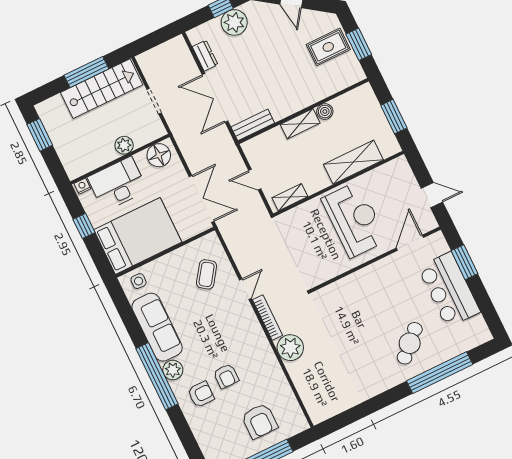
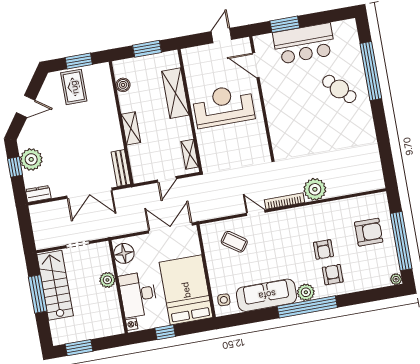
dresser: (205, 56) -> (38, 194), moved
boiler: (325, 111) -> (123, 85), moved
armchair: (226, 376) -> (323, 249), turned 90

